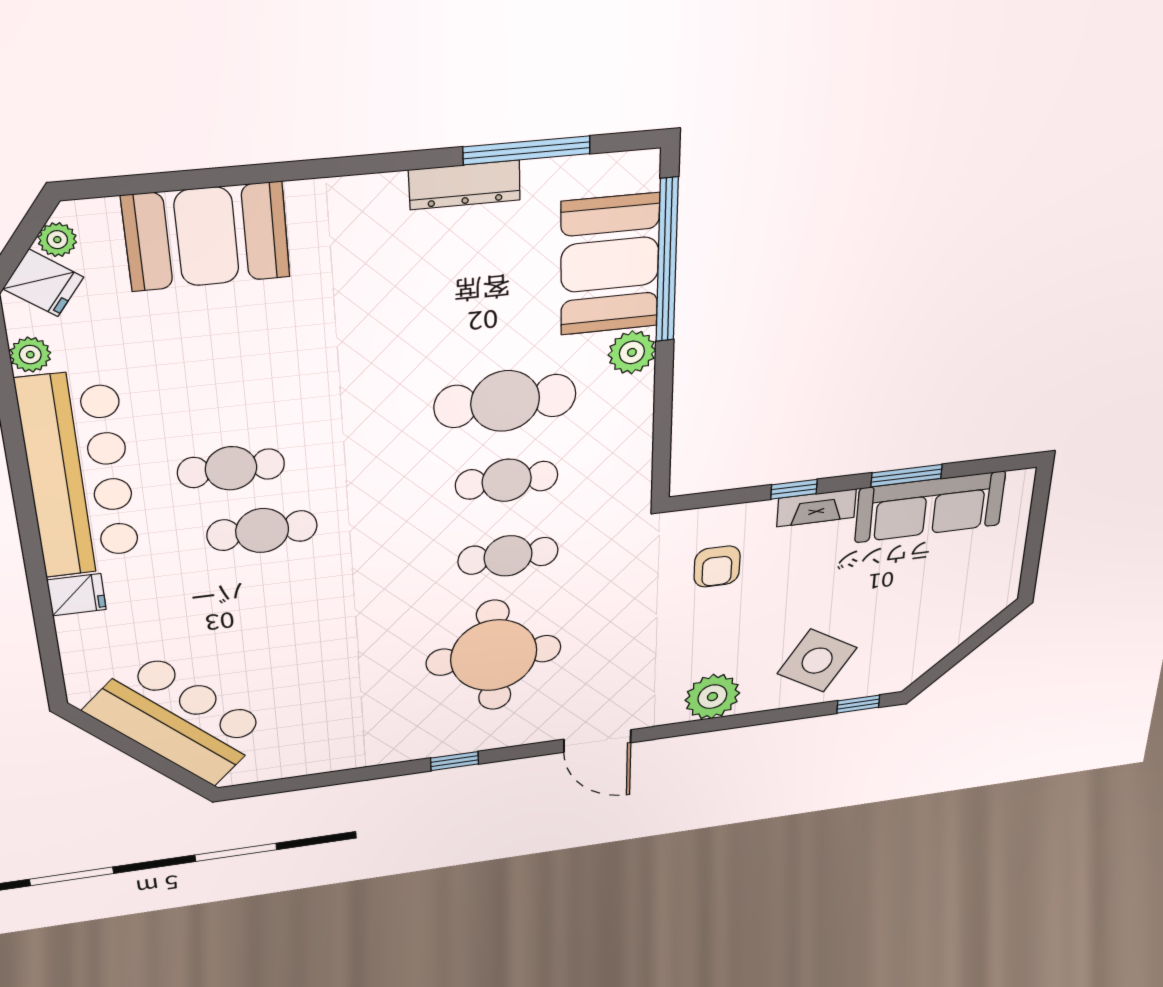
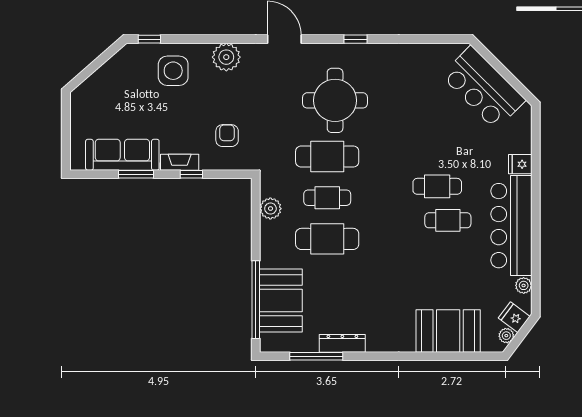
plant: (632, 352) -> (270, 209), moved
cafe table: (508, 556) -> (327, 156), width x1.37, depth x1.35
side table: (817, 661) -> (173, 71), turned -32

